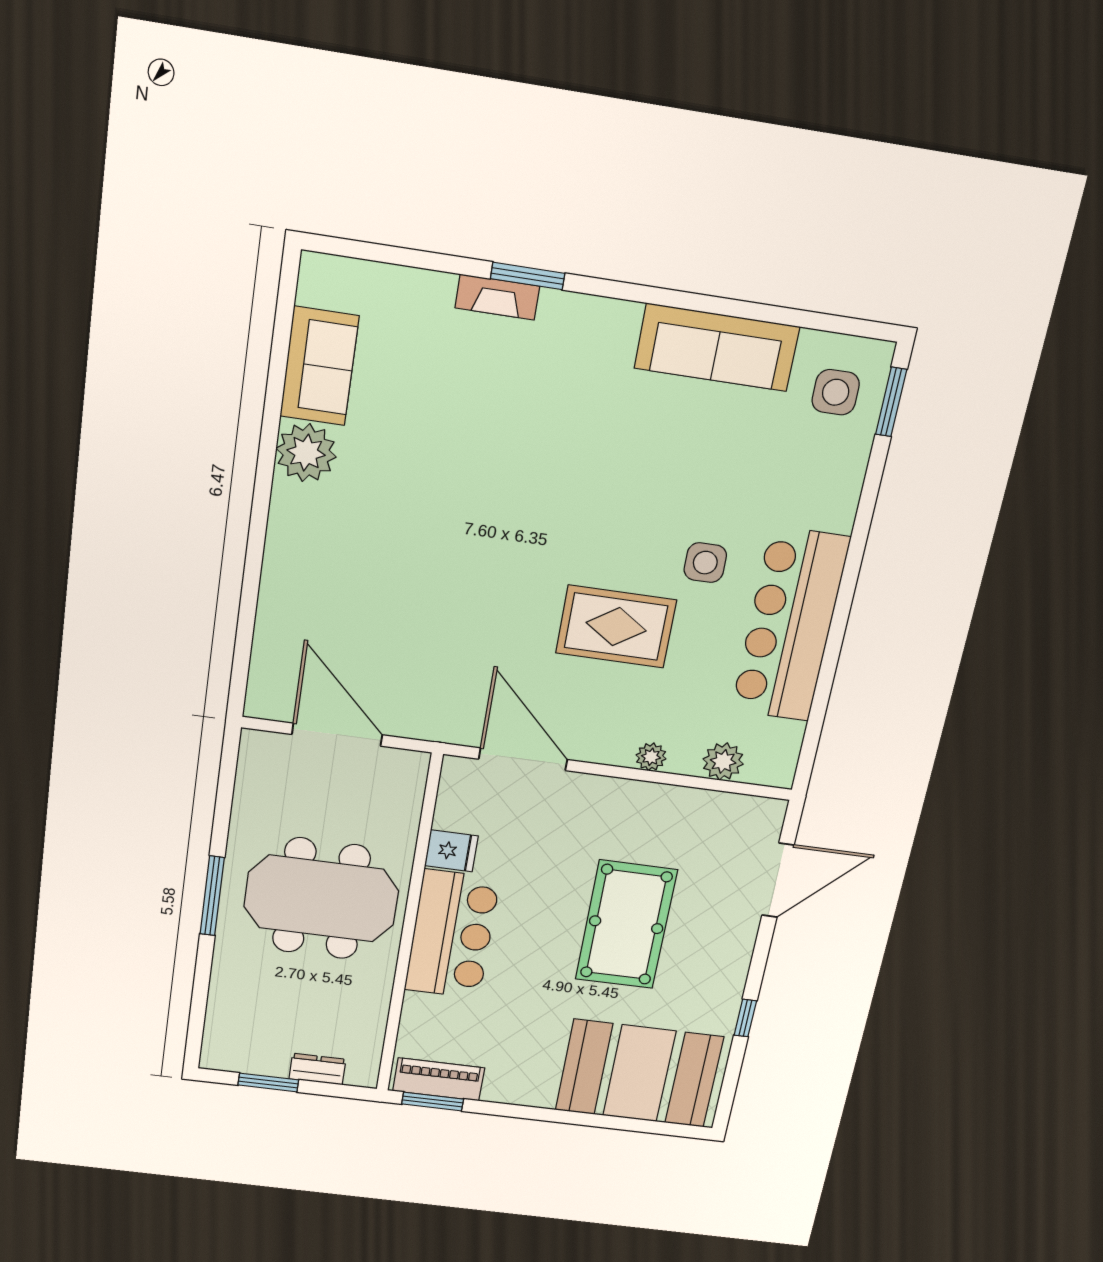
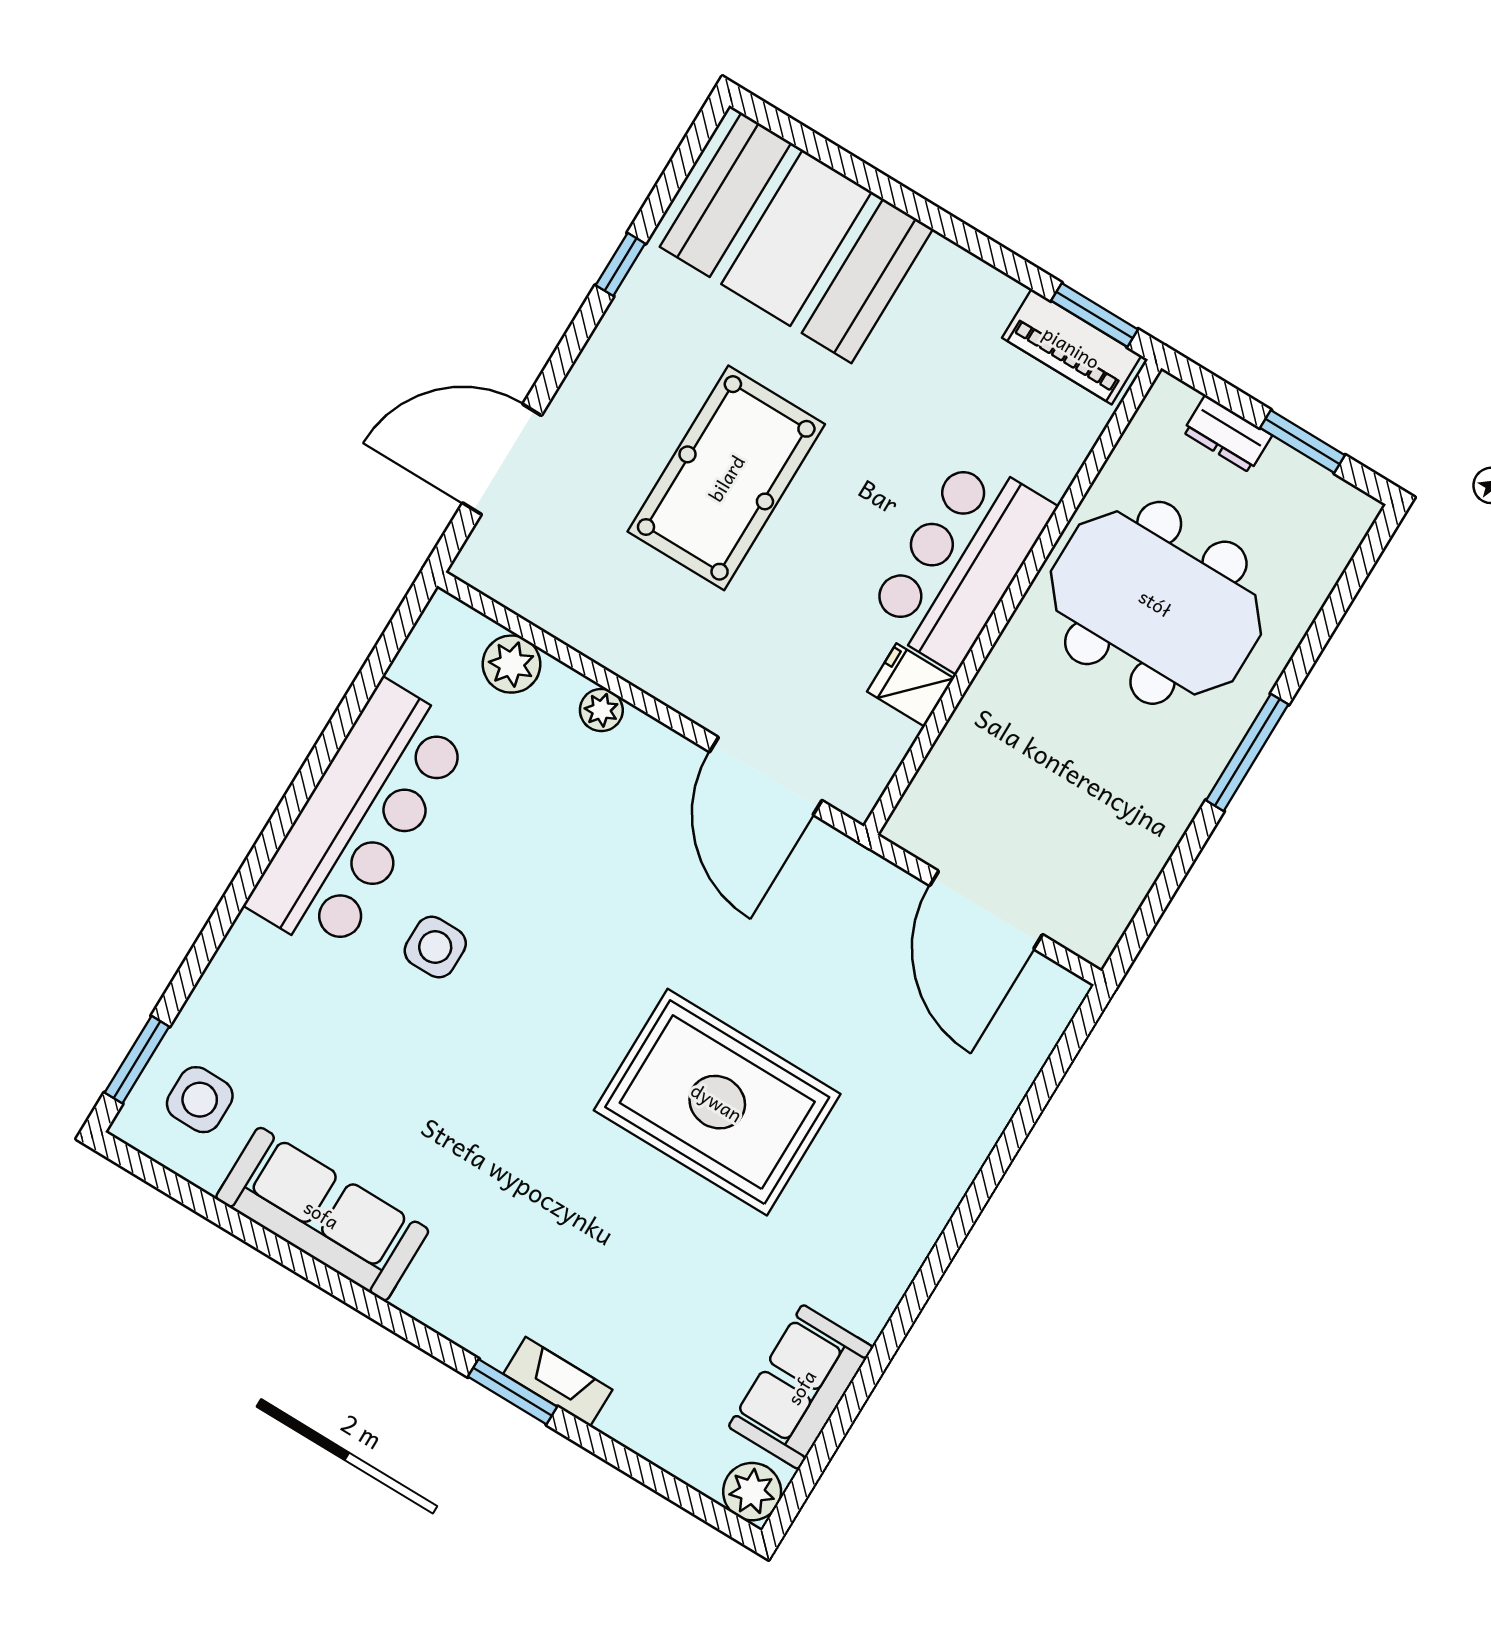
plant: (306, 453) -> (752, 1492), moved, width x0.73, depth x0.73
rug: (616, 627) -> (717, 1102), moved, width x1.37, depth x1.44
meeting table: (321, 899) -> (1156, 603), moved

